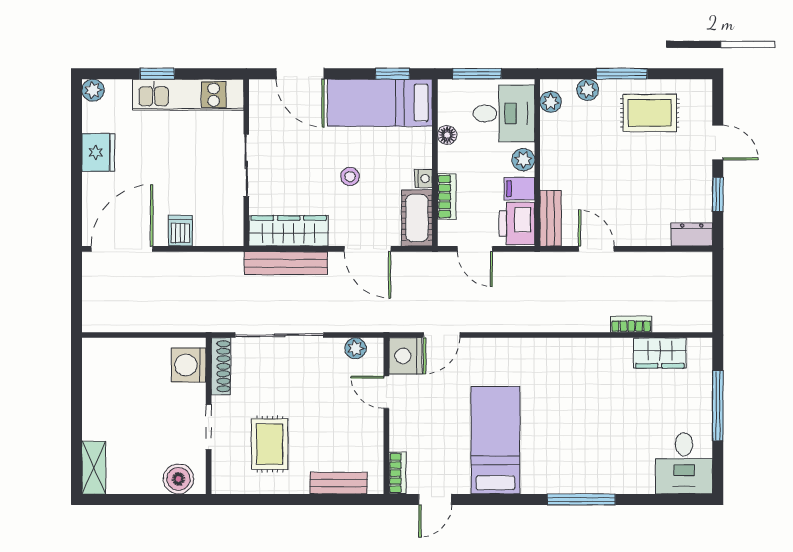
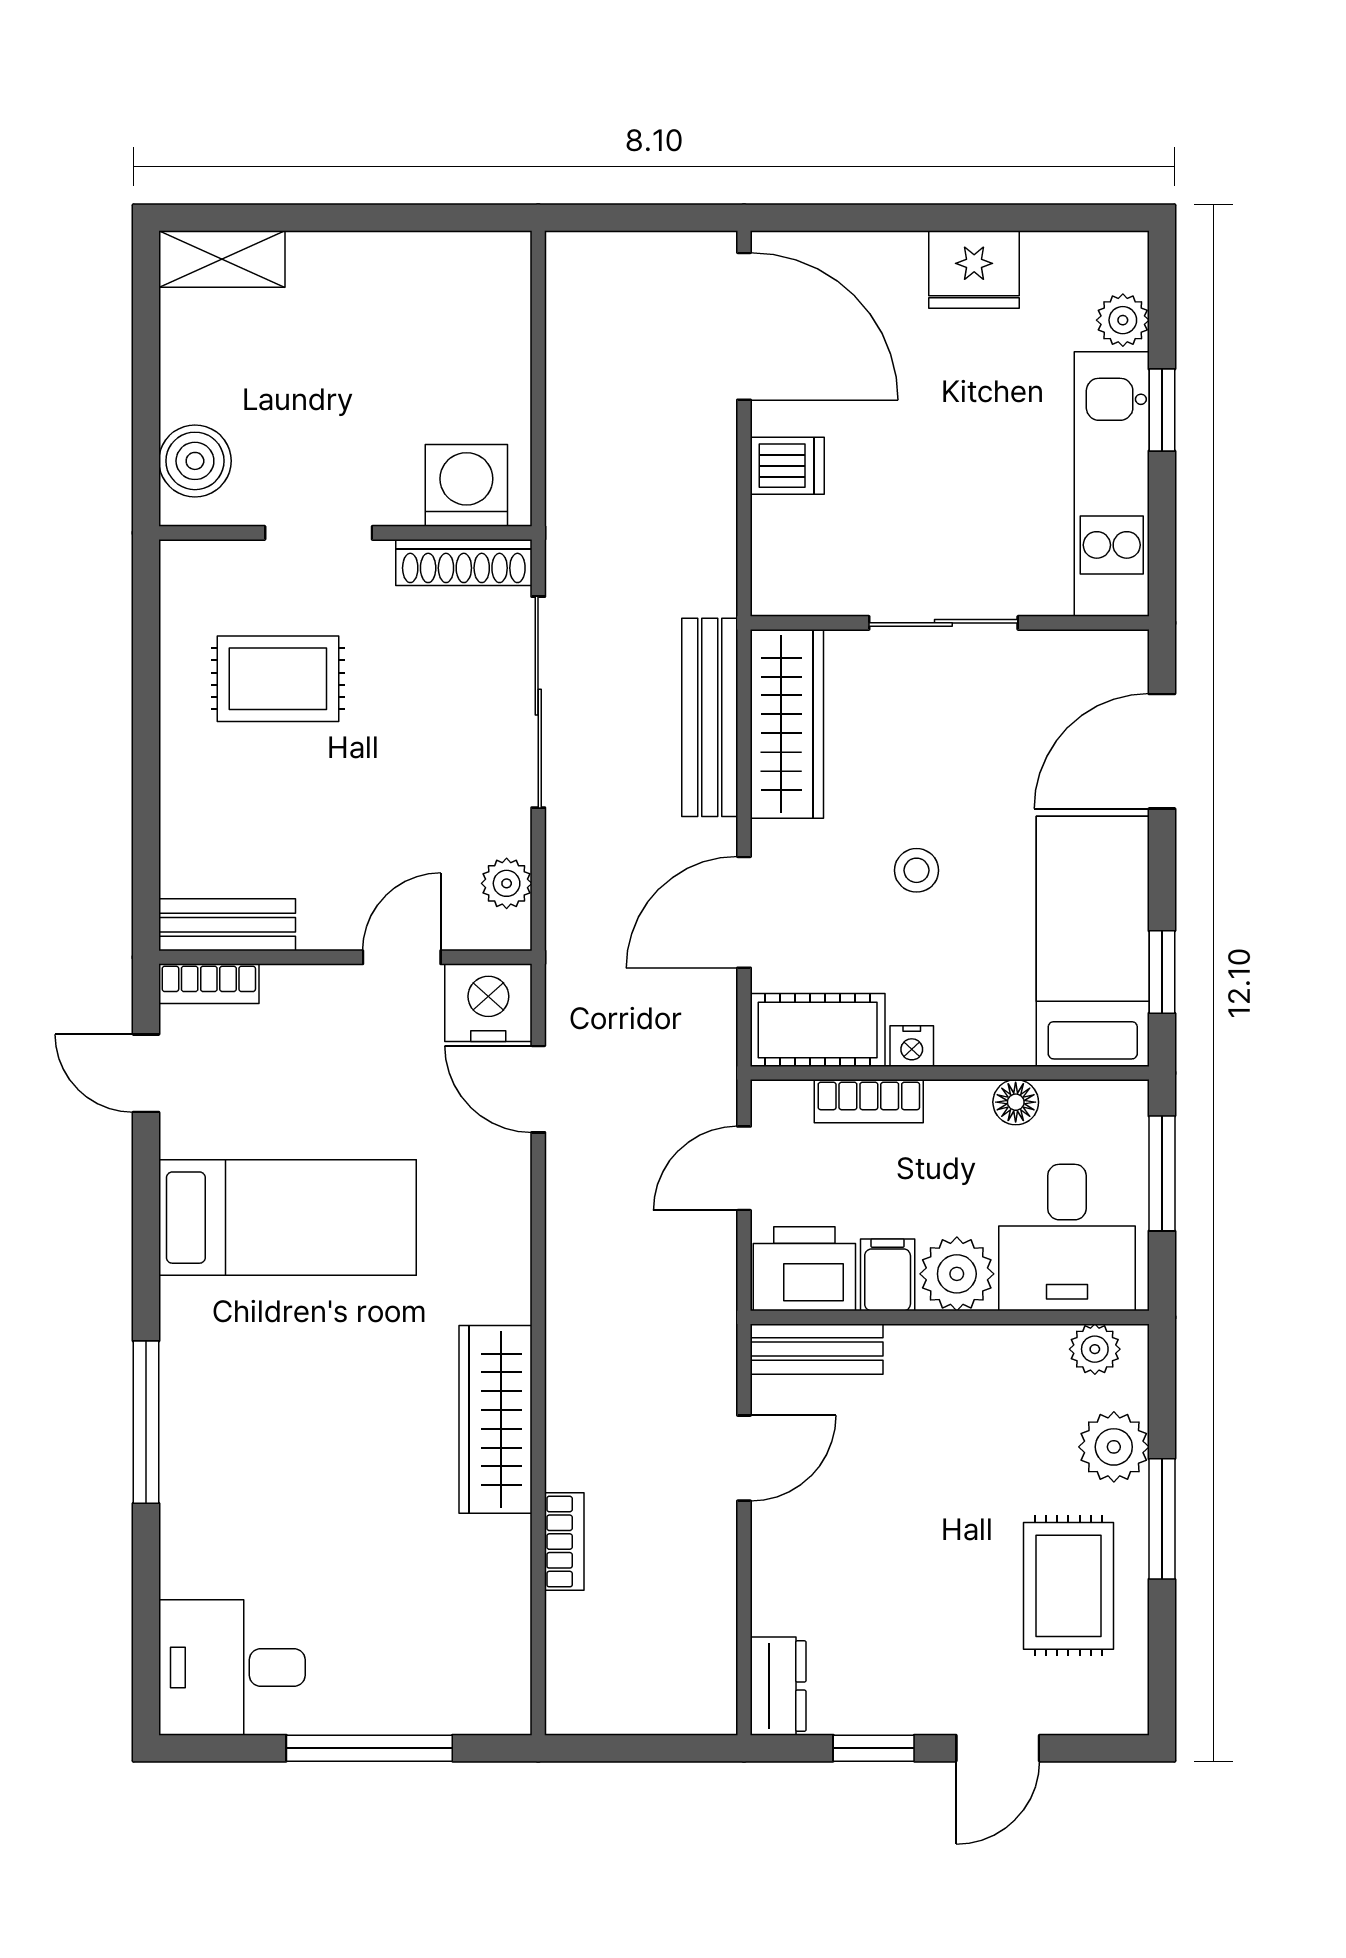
plant: (93, 90) -> (1123, 320), moved
plant: (588, 90) -> (1114, 1447), width x1.38, depth x1.38
plant: (523, 160) -> (957, 1274), width x1.38, depth x1.38
wardrobe: (660, 353) -> (495, 1419), moved, width x1.50
bench: (339, 483) -> (227, 925), moved, turned 90

